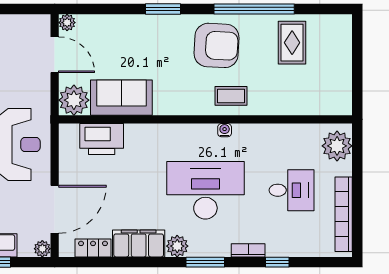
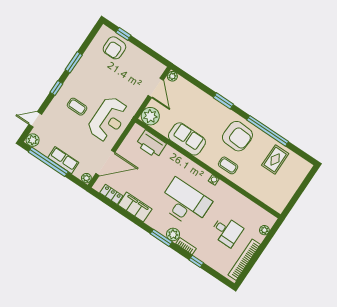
sofa: (121, 98) -> (187, 139), moved
plant: (337, 146) -> (264, 230), width x0.53, depth x0.53
plant: (177, 246) -> (173, 234), moved

